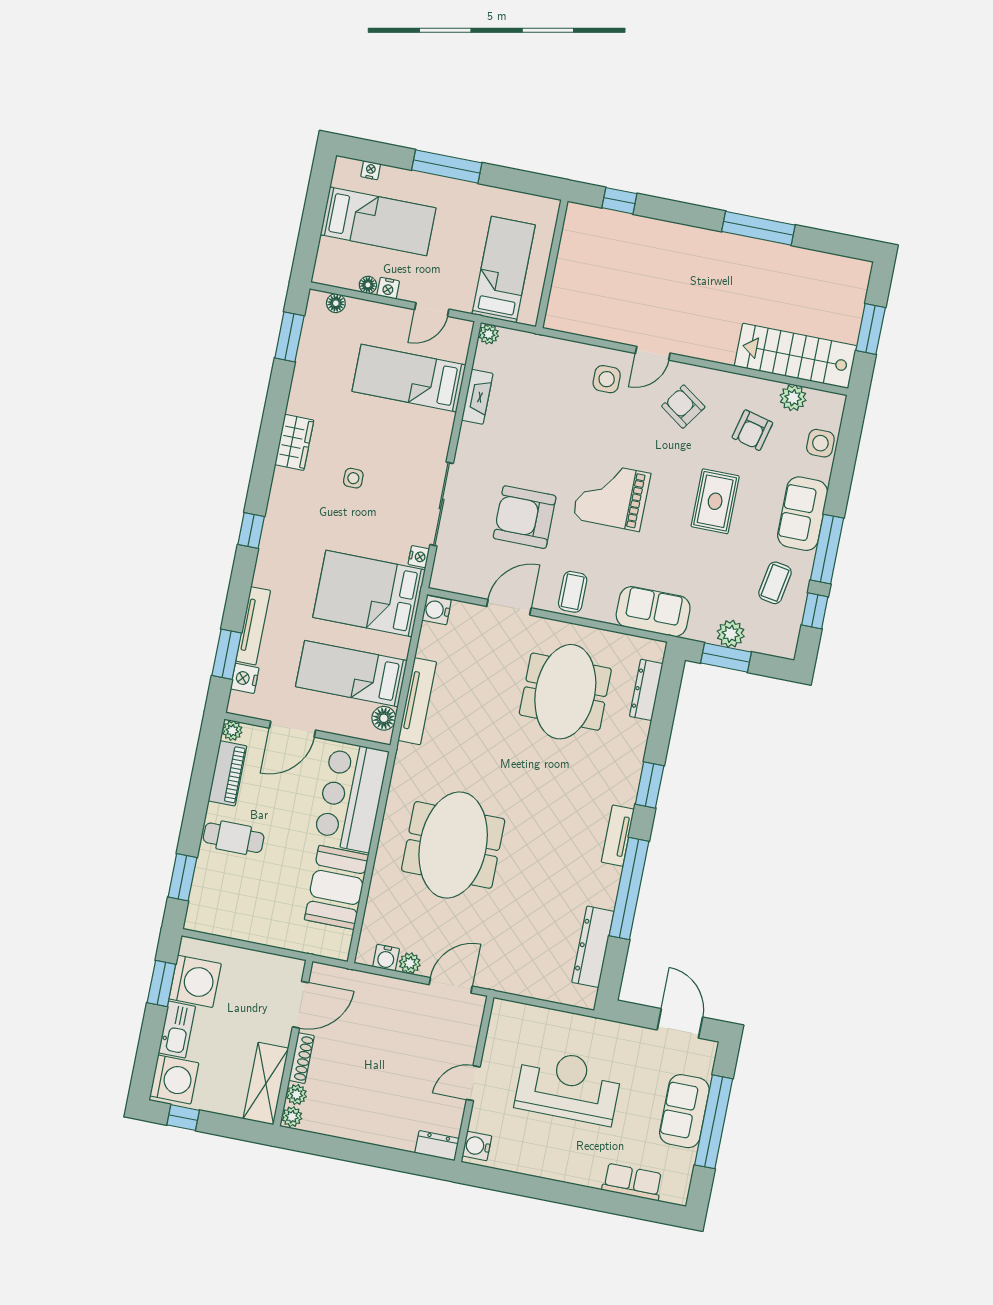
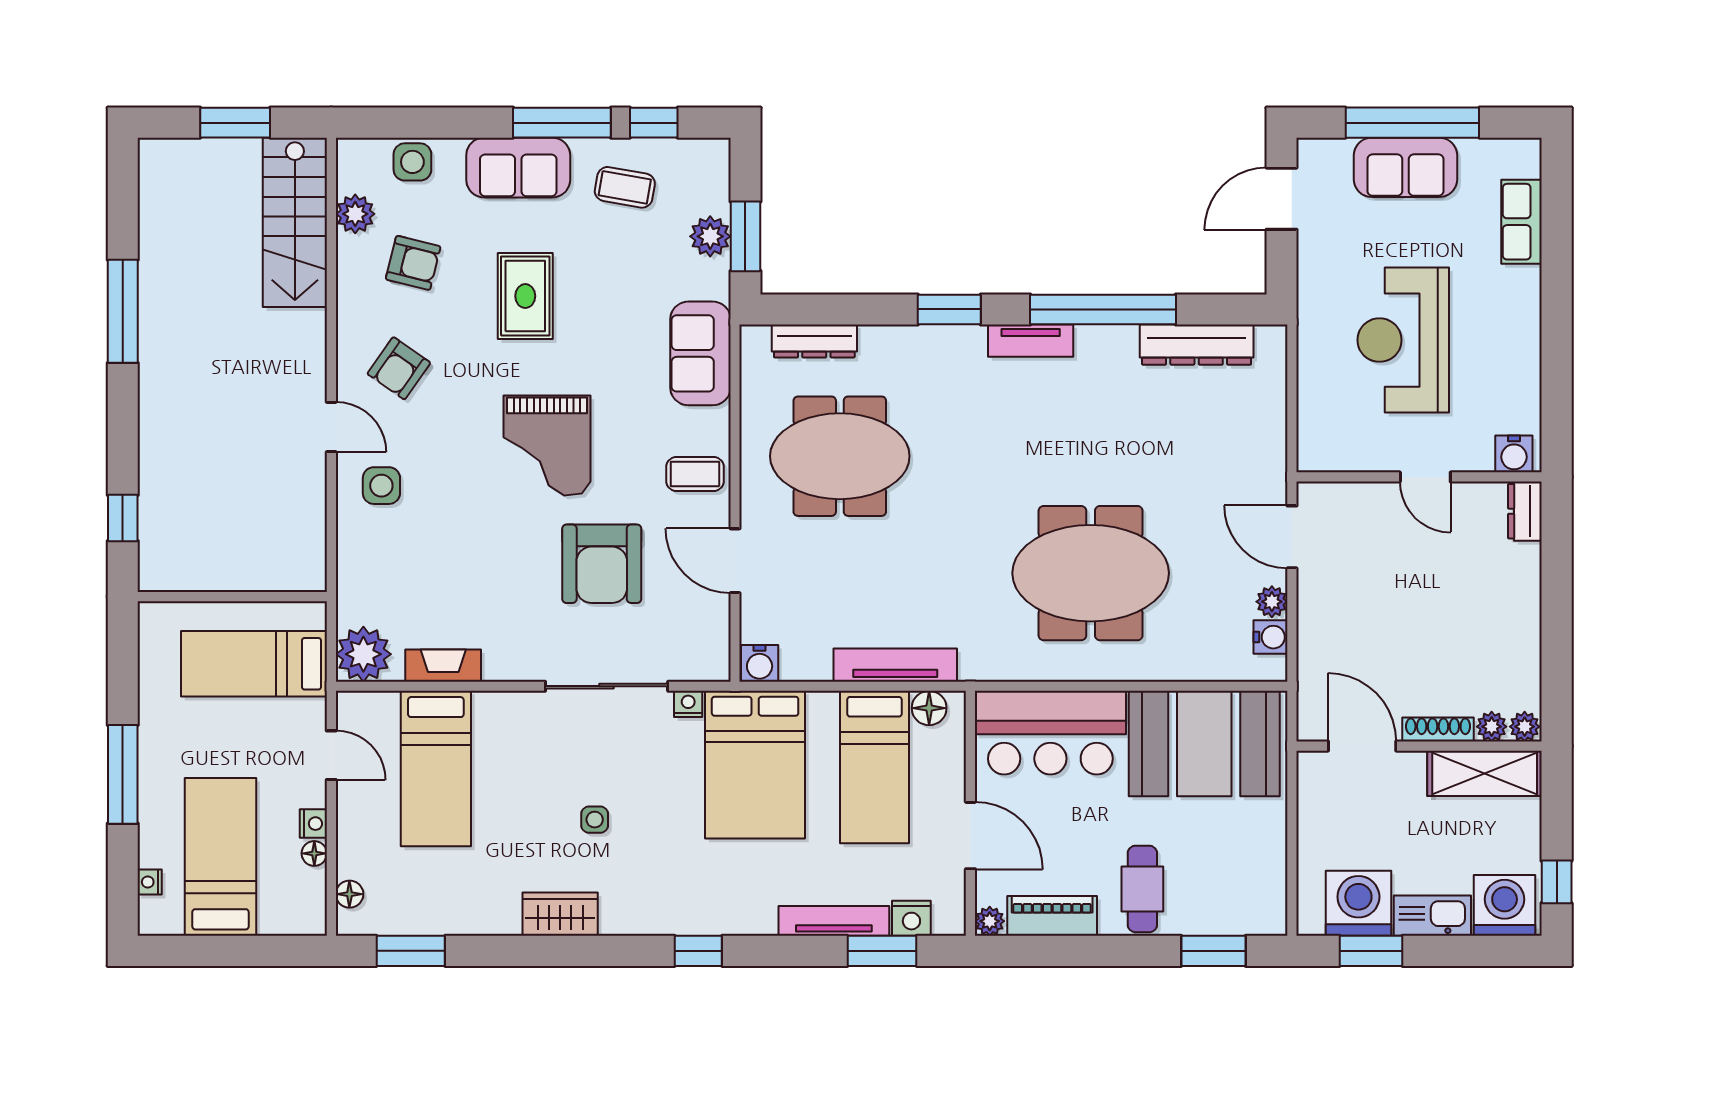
plant: (489, 334) -> (363, 654), width x1.88, depth x1.88
rug: (715, 501) -> (525, 296), turned 90
booth: (336, 887) -> (1204, 744), width x1.36, depth x1.42

